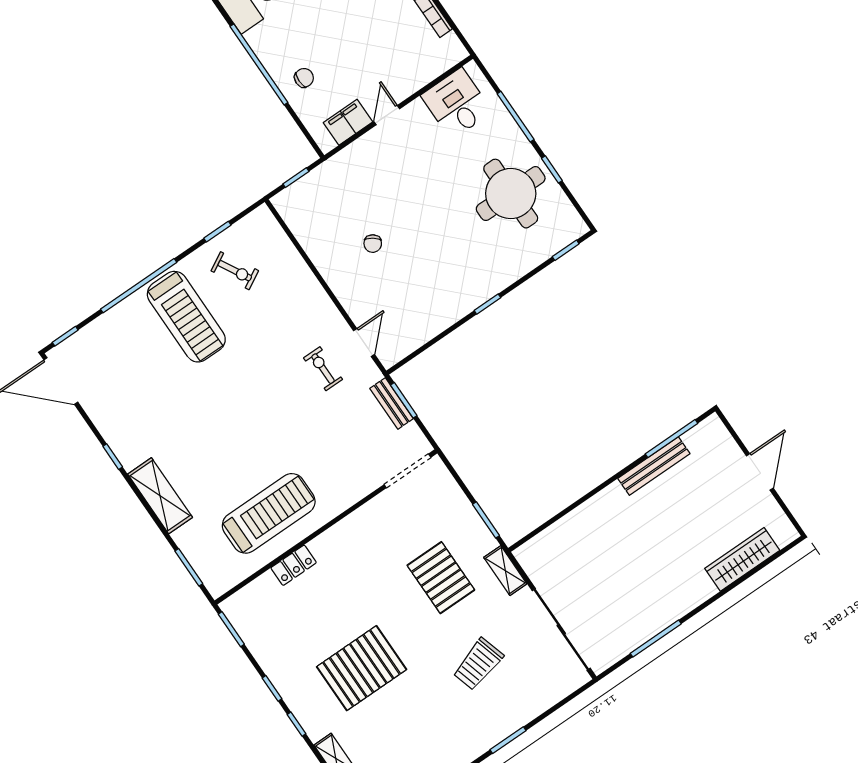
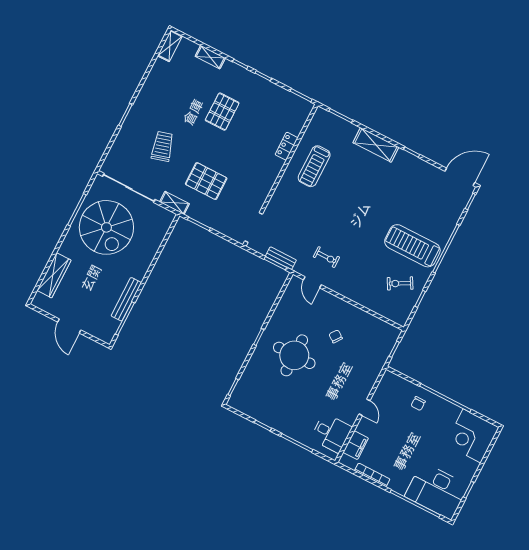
filing cabinet: (348, 122) -> (356, 445), moved
round table: (511, 194) -> (294, 355), moved
treadmill: (269, 513) -> (314, 166), width x0.73, depth x0.73
spiral stairs: (626, 589) -> (106, 227), added
pallet: (362, 668) -> (222, 112), width x0.73, depth x0.71

